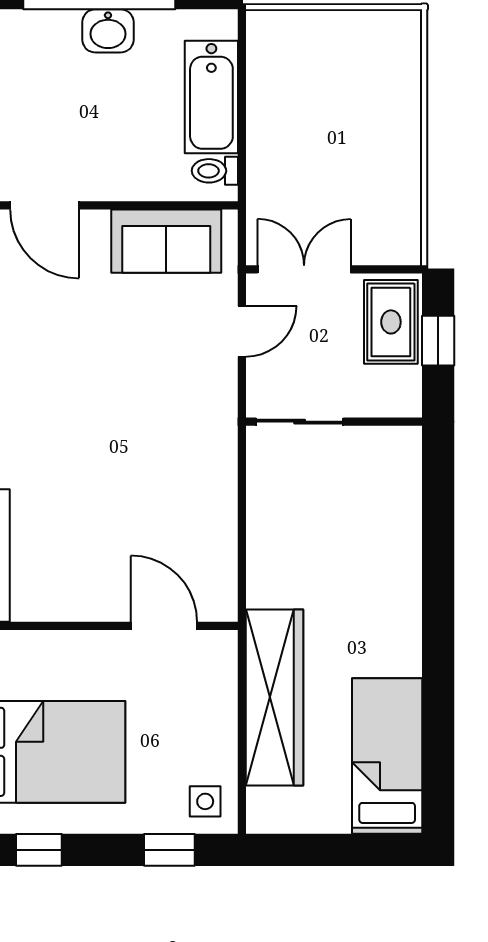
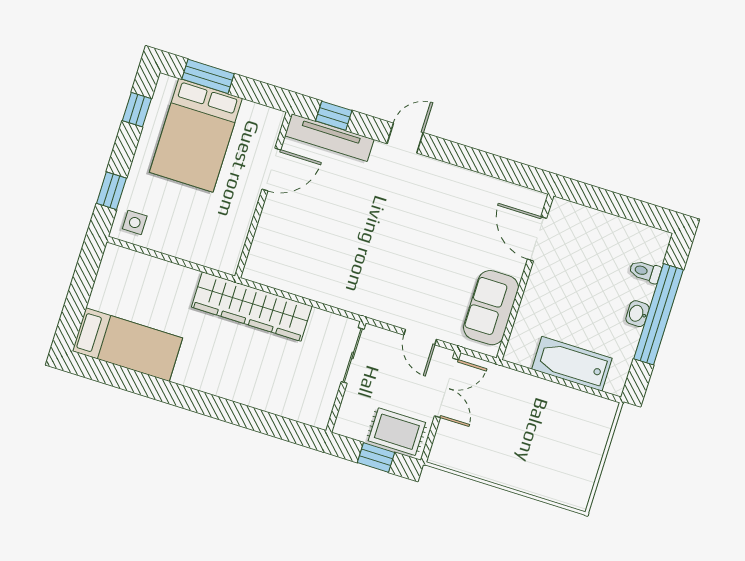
washbasin: (108, 31) -> (637, 314), width x0.72, depth x0.69
toilet: (215, 171) -> (645, 271), moved, turned -90
door: (45, 205) -> (537, 239), hinge flipped
door: (164, 626) -> (271, 170), moved
wardrobe: (275, 697) -> (252, 307), moved

